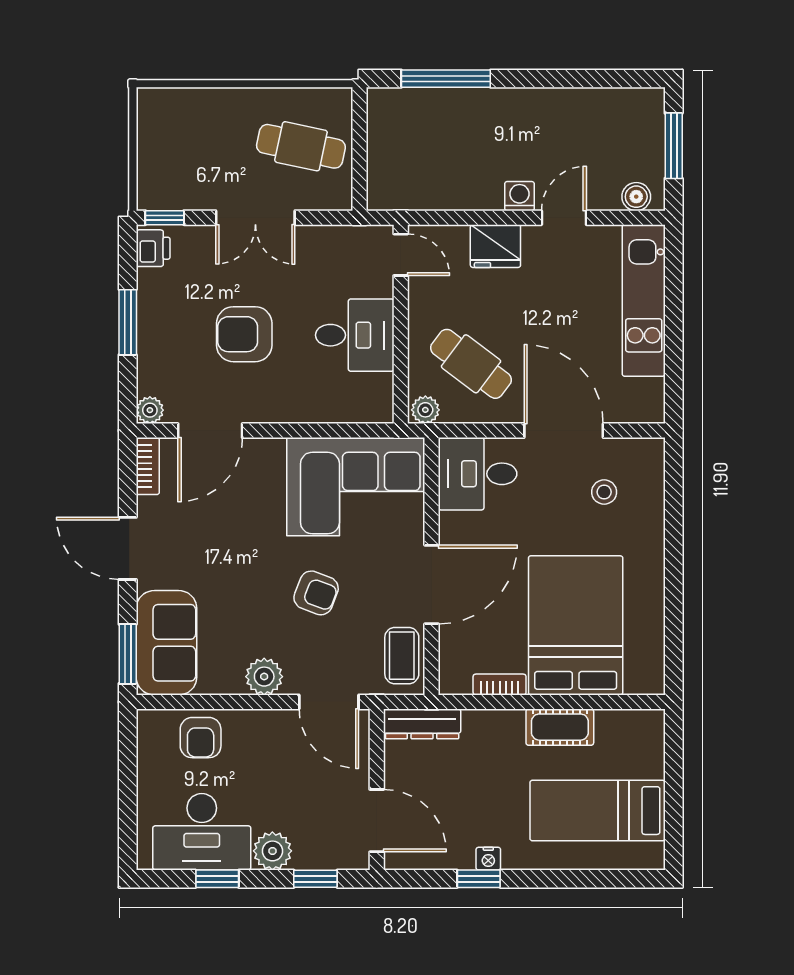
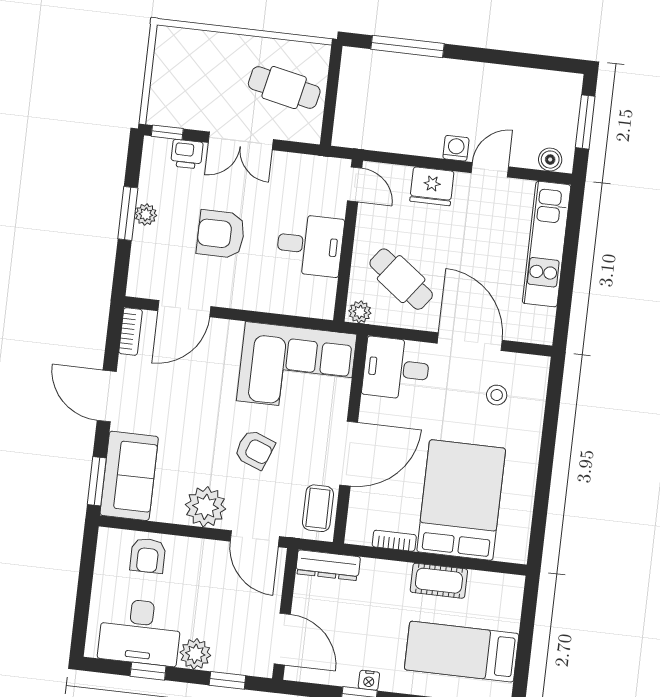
printer: (153, 248) -> (187, 154), moved, turned 90
plant: (150, 410) -> (146, 214), moved
plant: (264, 677) -> (206, 507), width x1.36, depth x1.36

